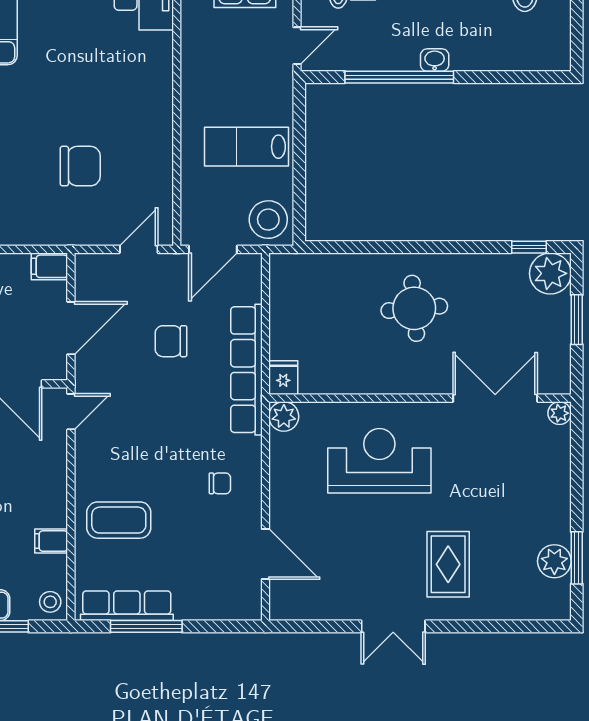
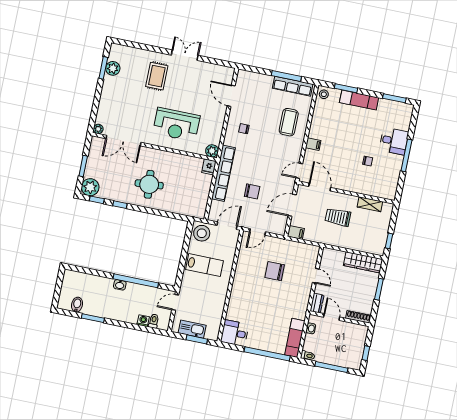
window: (473, 247) -> (120, 205), added
coffee table: (119, 520) -> (289, 122), turned 90
filing cabinet: (51, 541) -> (313, 144), moved

